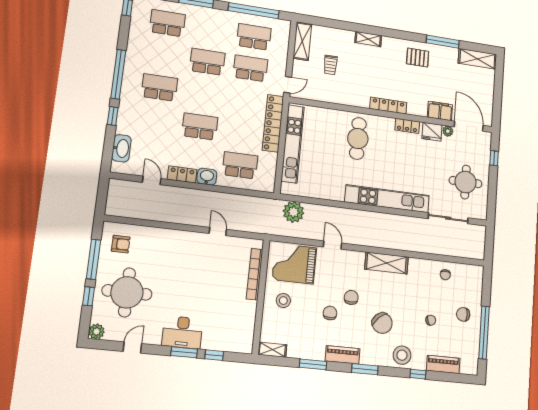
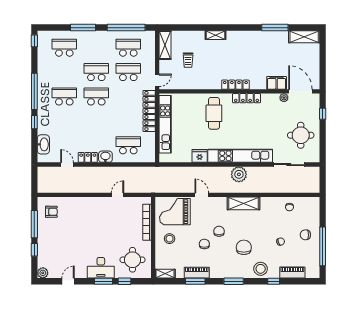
pallet: (418, 57) -> (256, 43), removed
school desk: (200, 126) -> (96, 97), moved
locker: (407, 126) -> (247, 98), width x1.53
fridge: (432, 132) -> (200, 156), moved, turned 180
plant: (293, 212) -> (239, 174), moved
door: (218, 231) -> (118, 195), hinge flipped
round table: (127, 292) -> (132, 260), moved, width x0.73, depth x0.73
chair: (382, 323) -> (244, 247), turned -137
piano: (342, 355) -> (197, 273), moved

